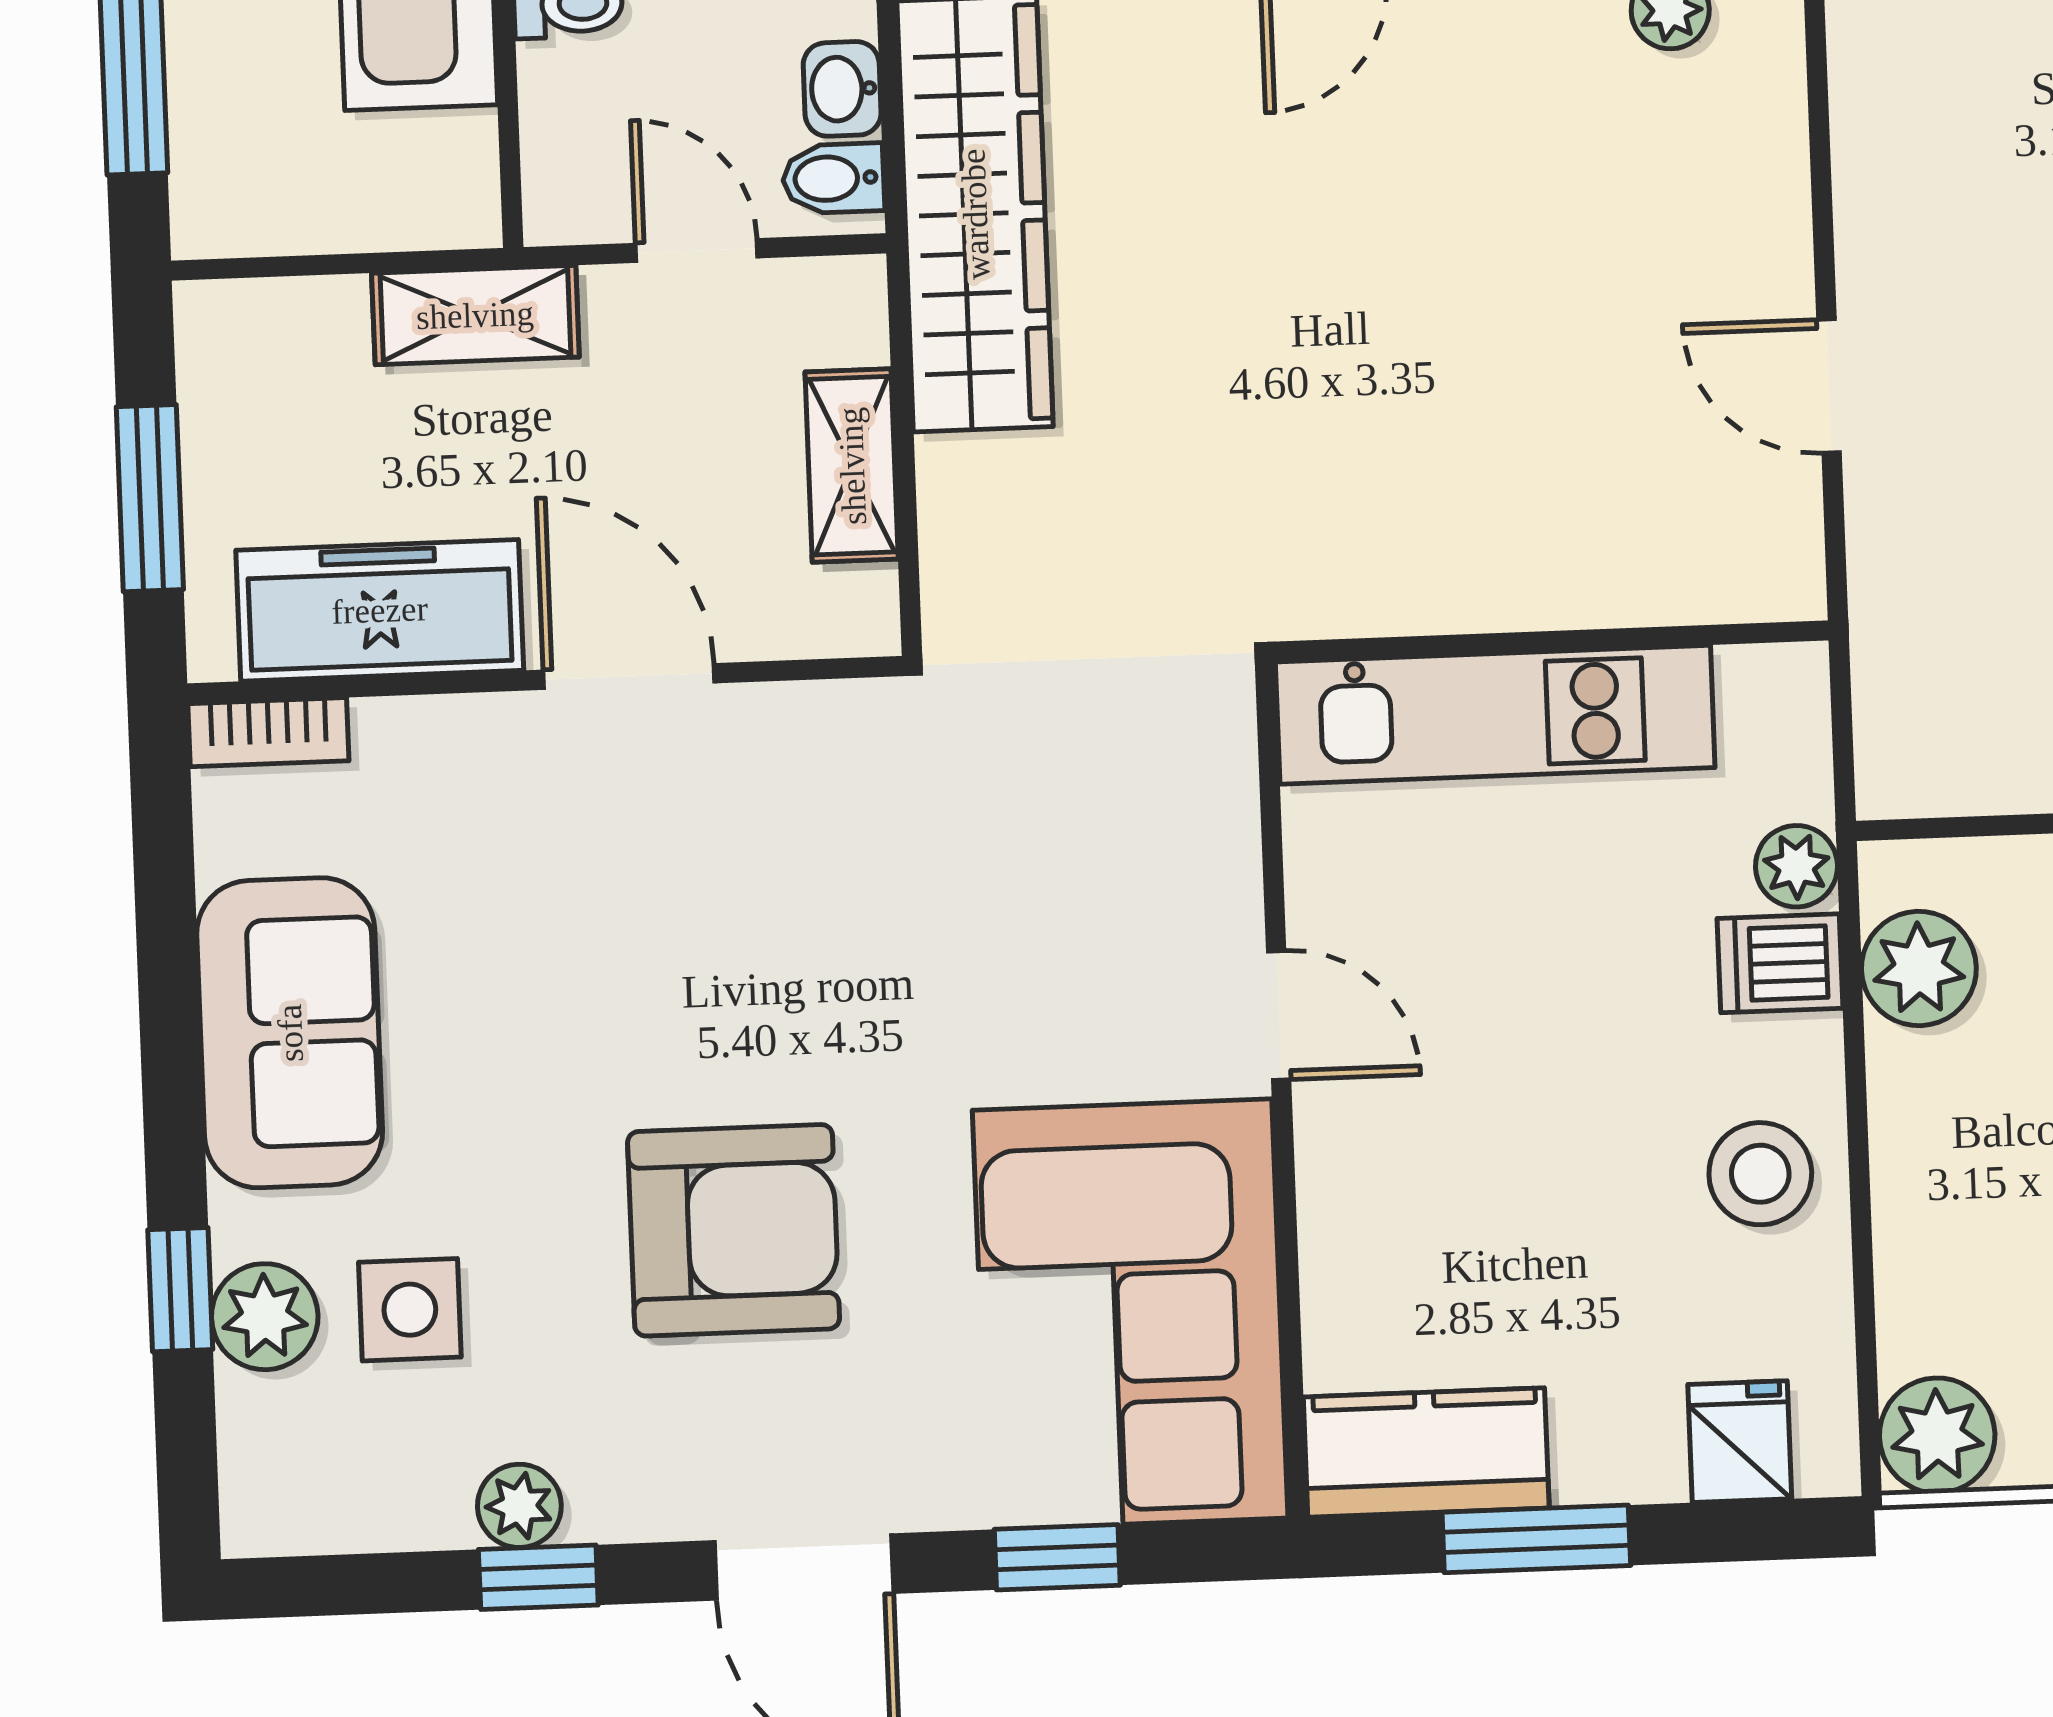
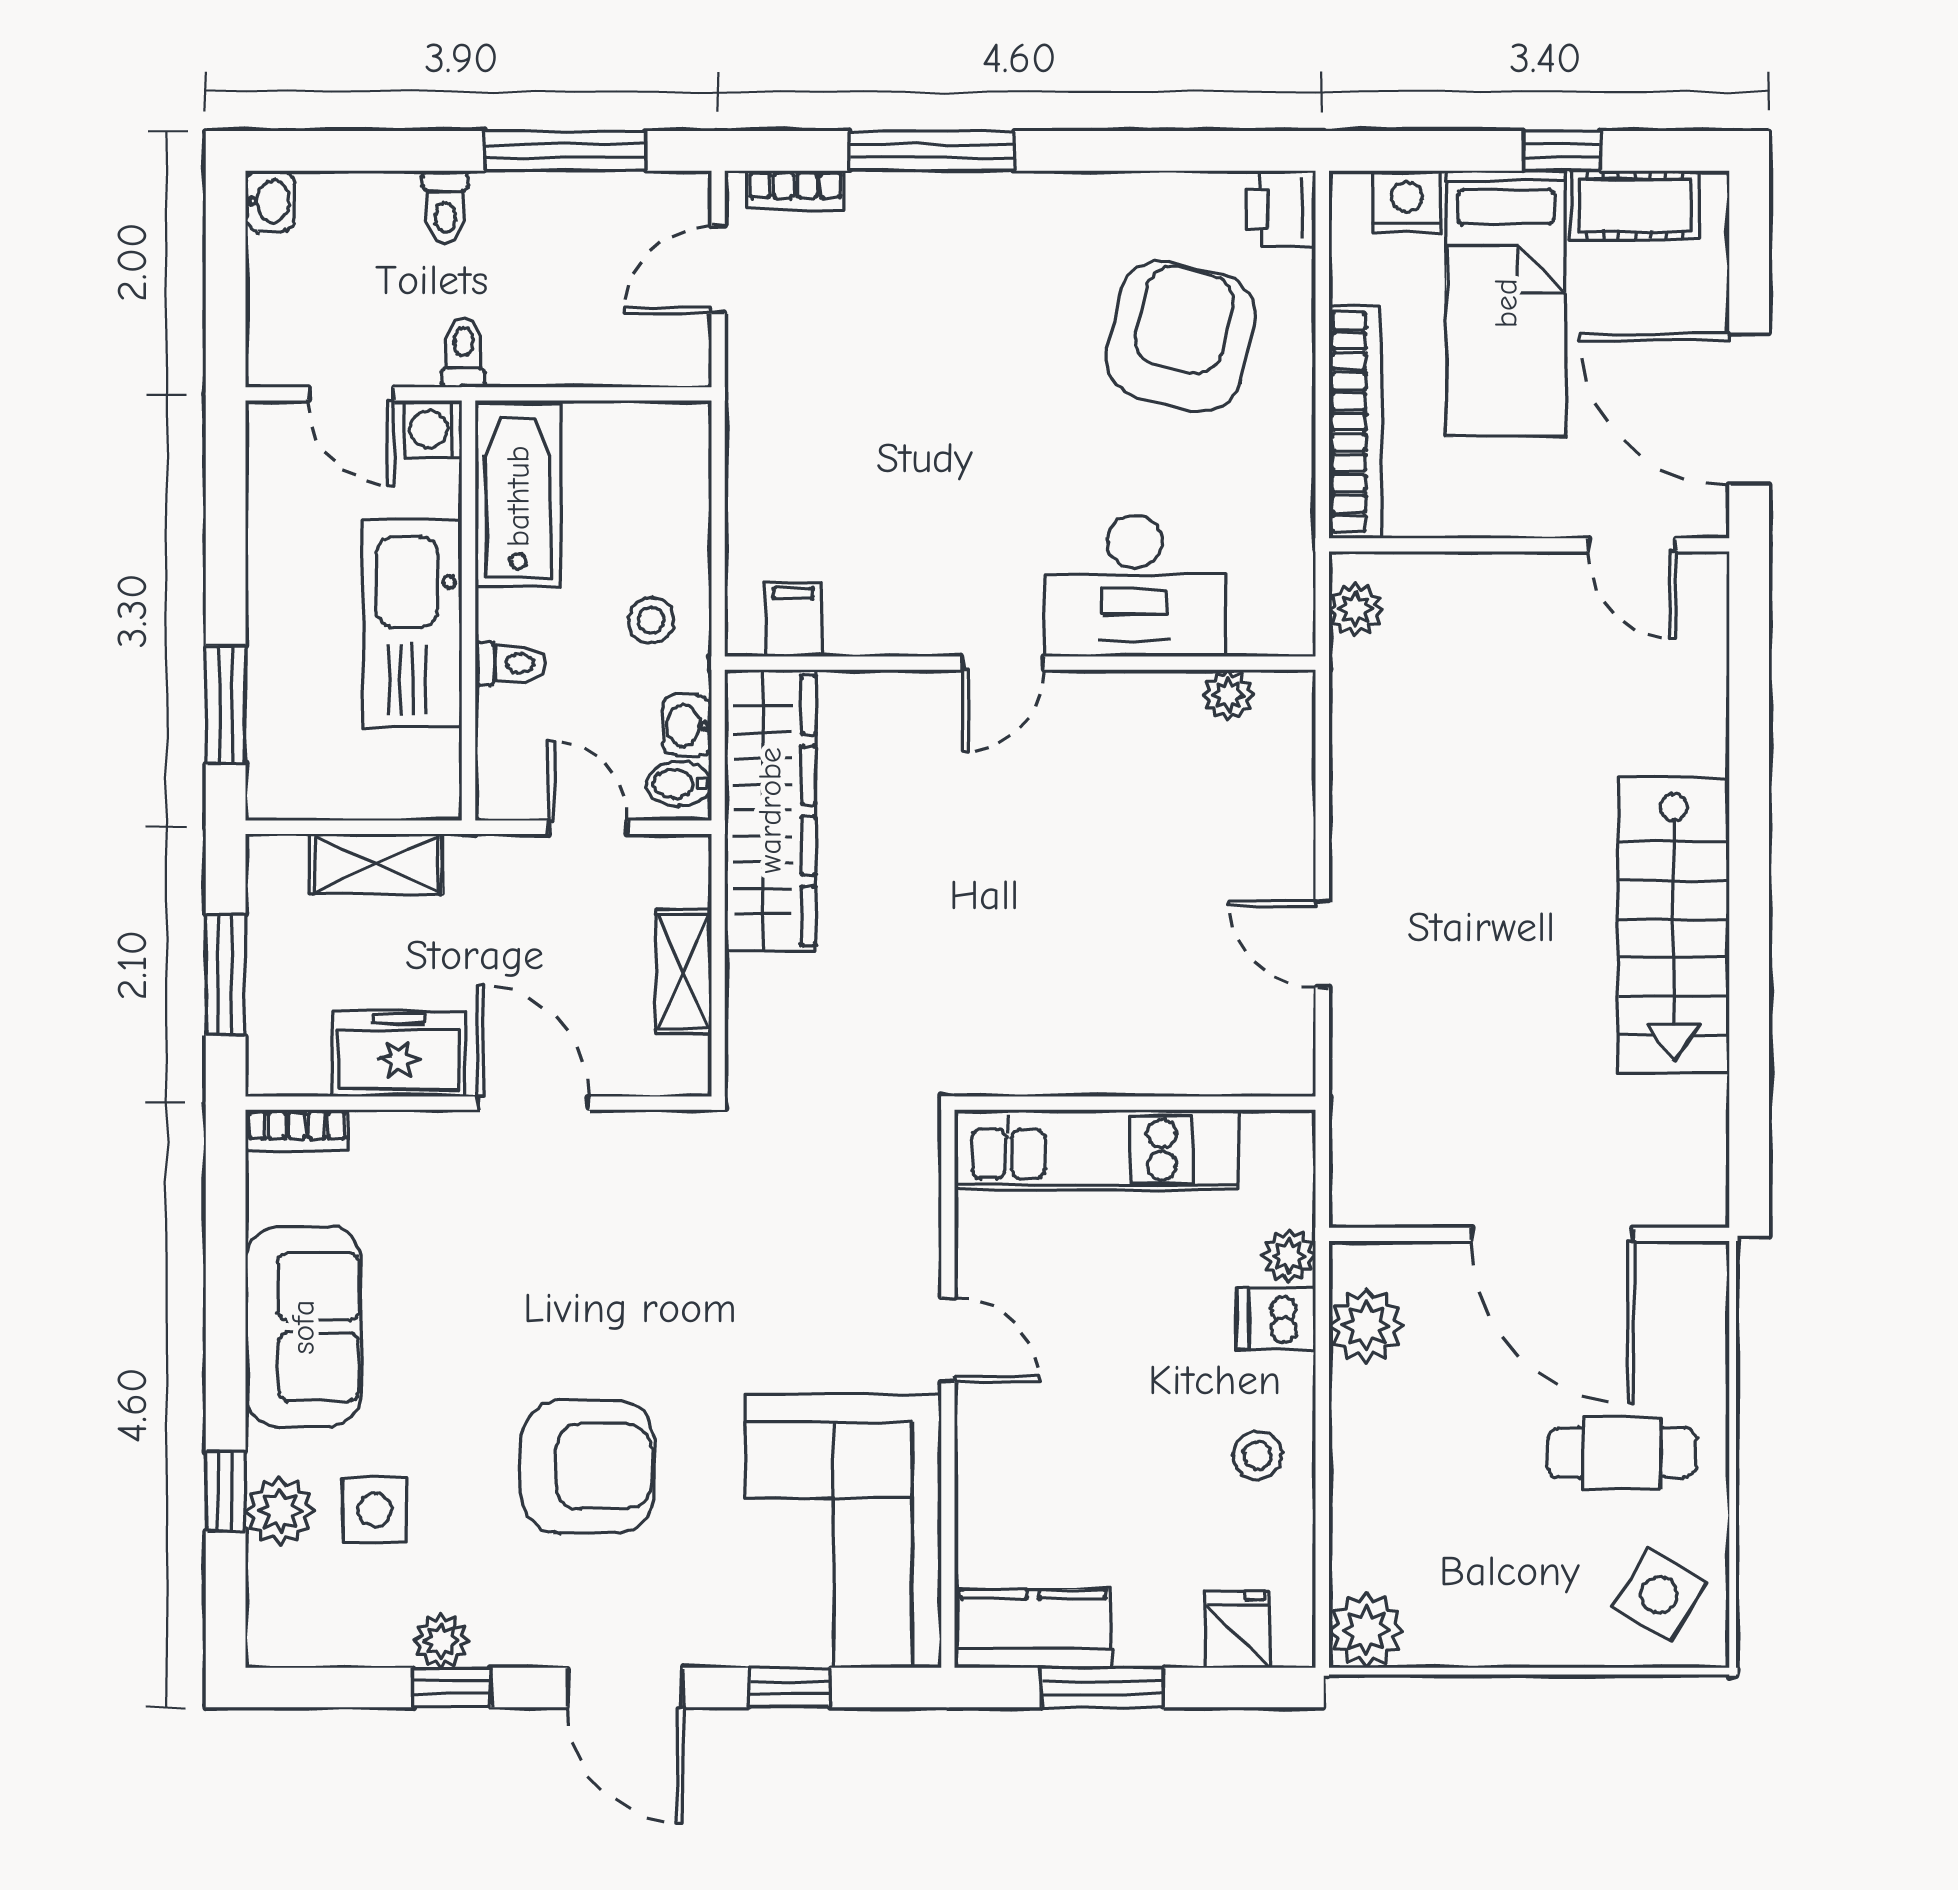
shelving: (475, 315) -> (376, 864), moved
freezer: (380, 610) -> (399, 1054), width x0.71
stool: (1760, 1174) -> (1258, 1455), width x0.73, depth x0.73

